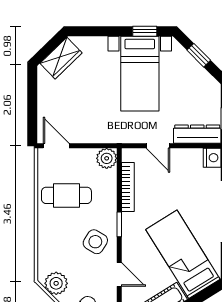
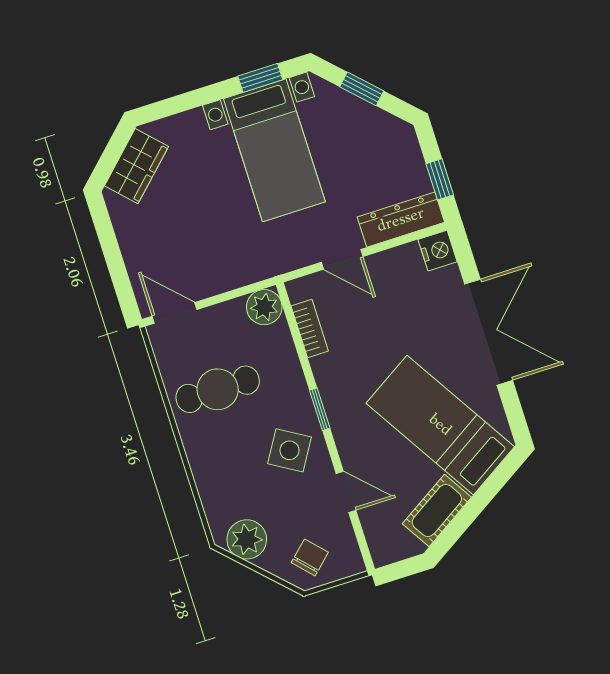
bookcase: (128, 187) -> (310, 329), width x0.64

